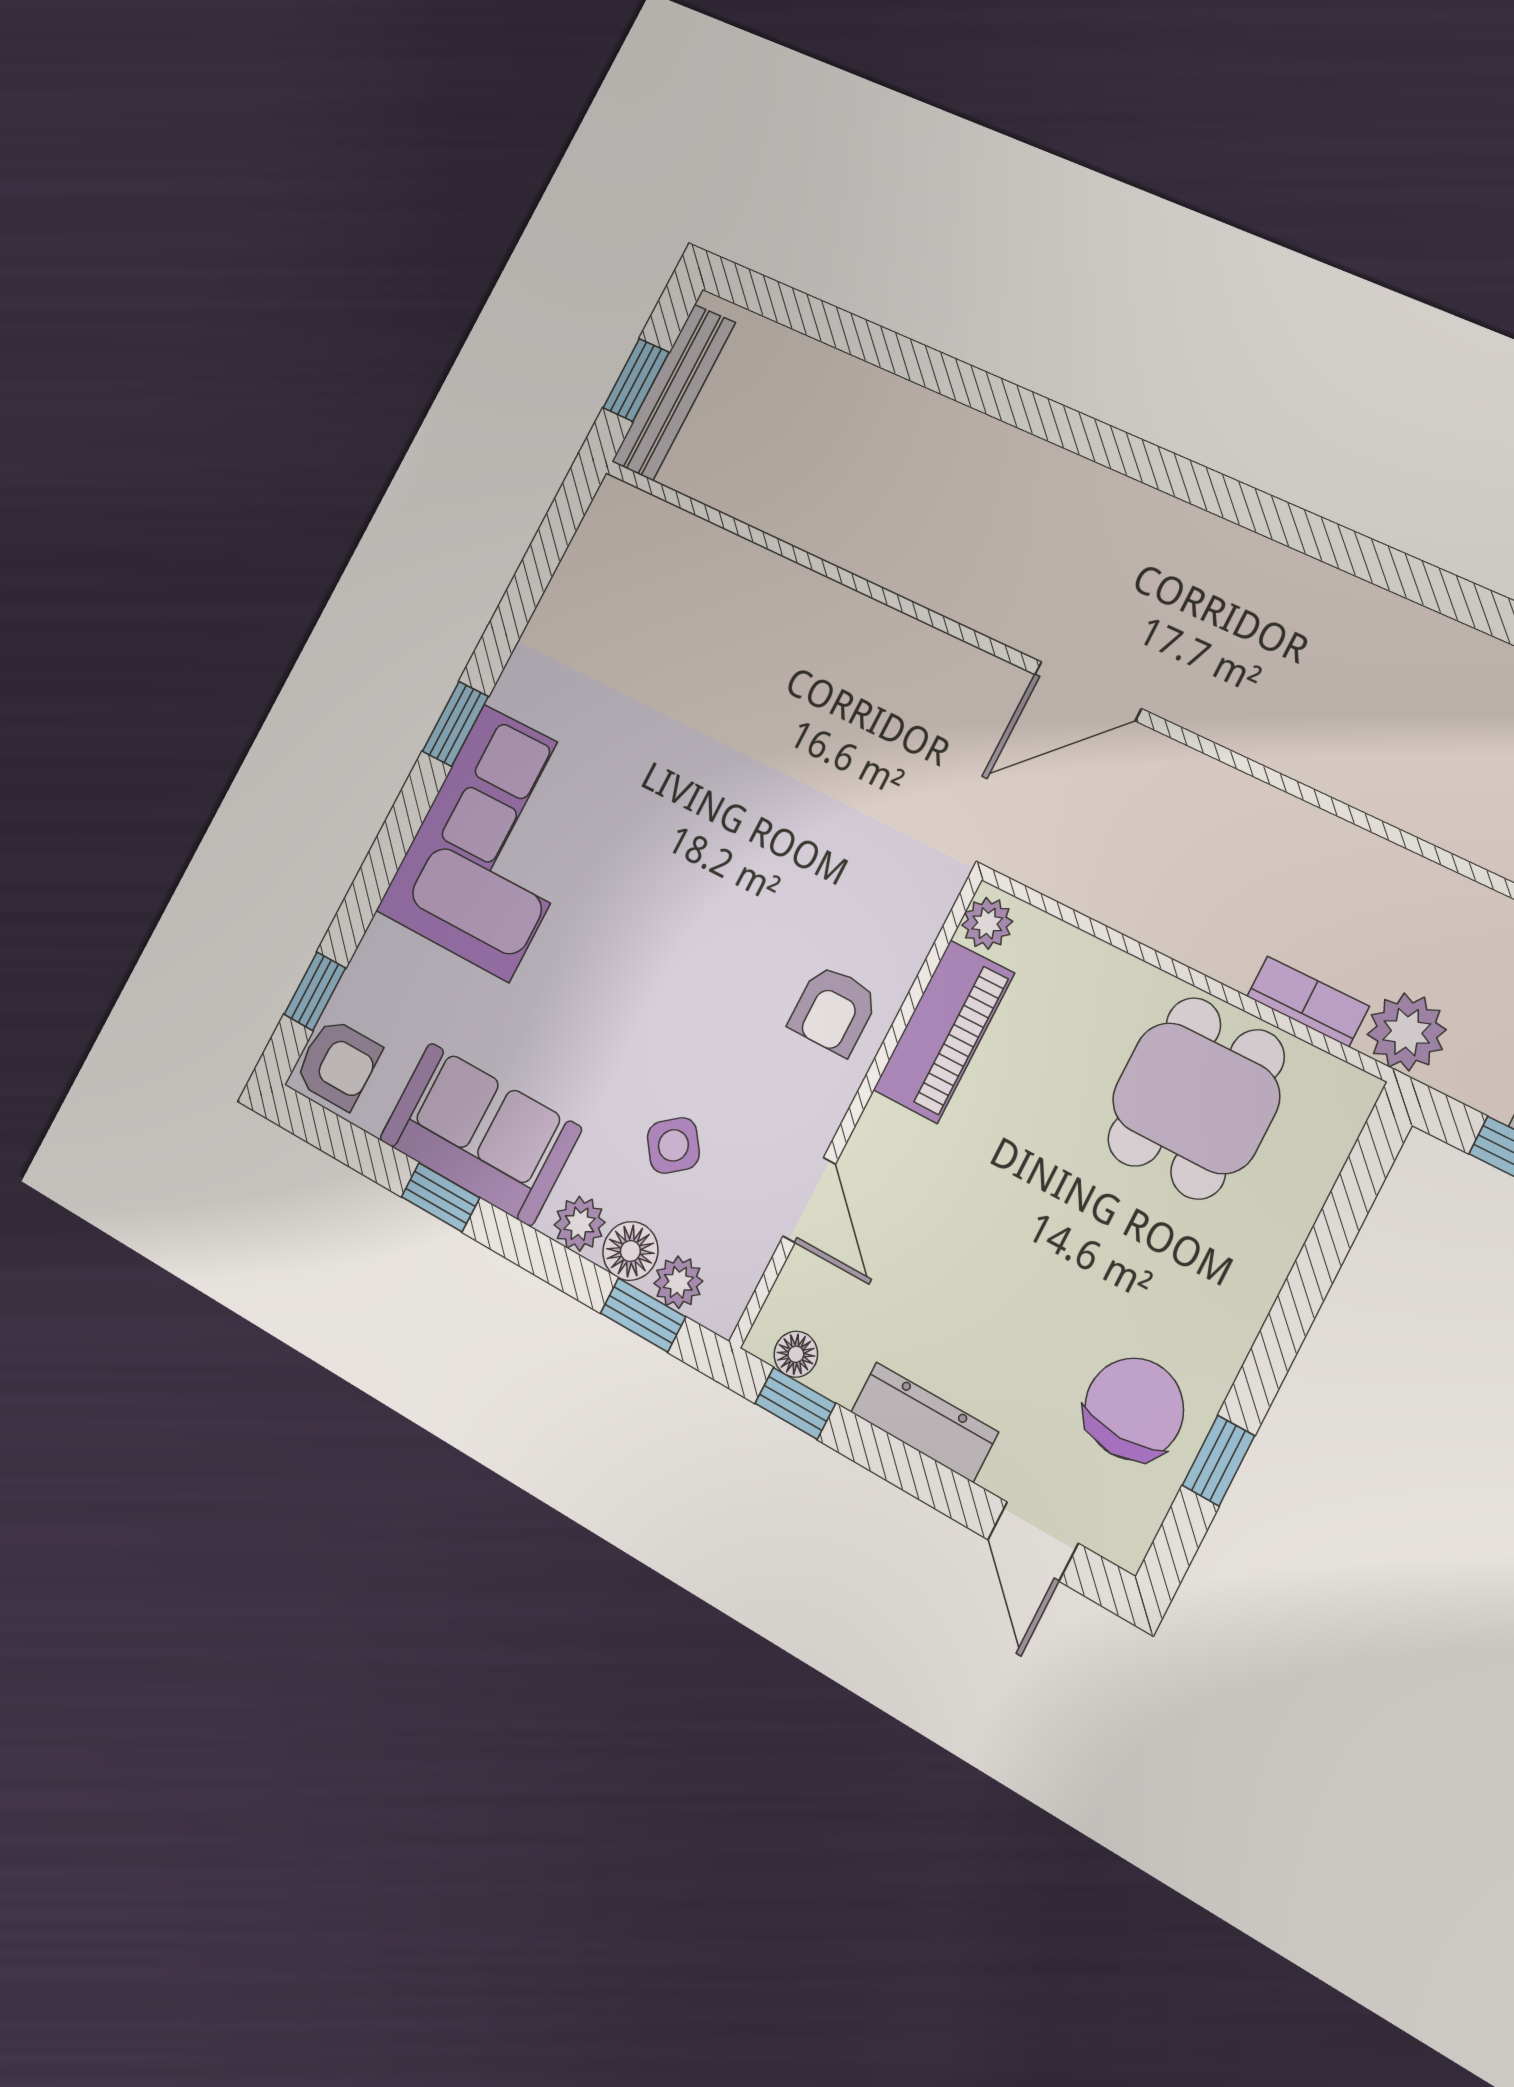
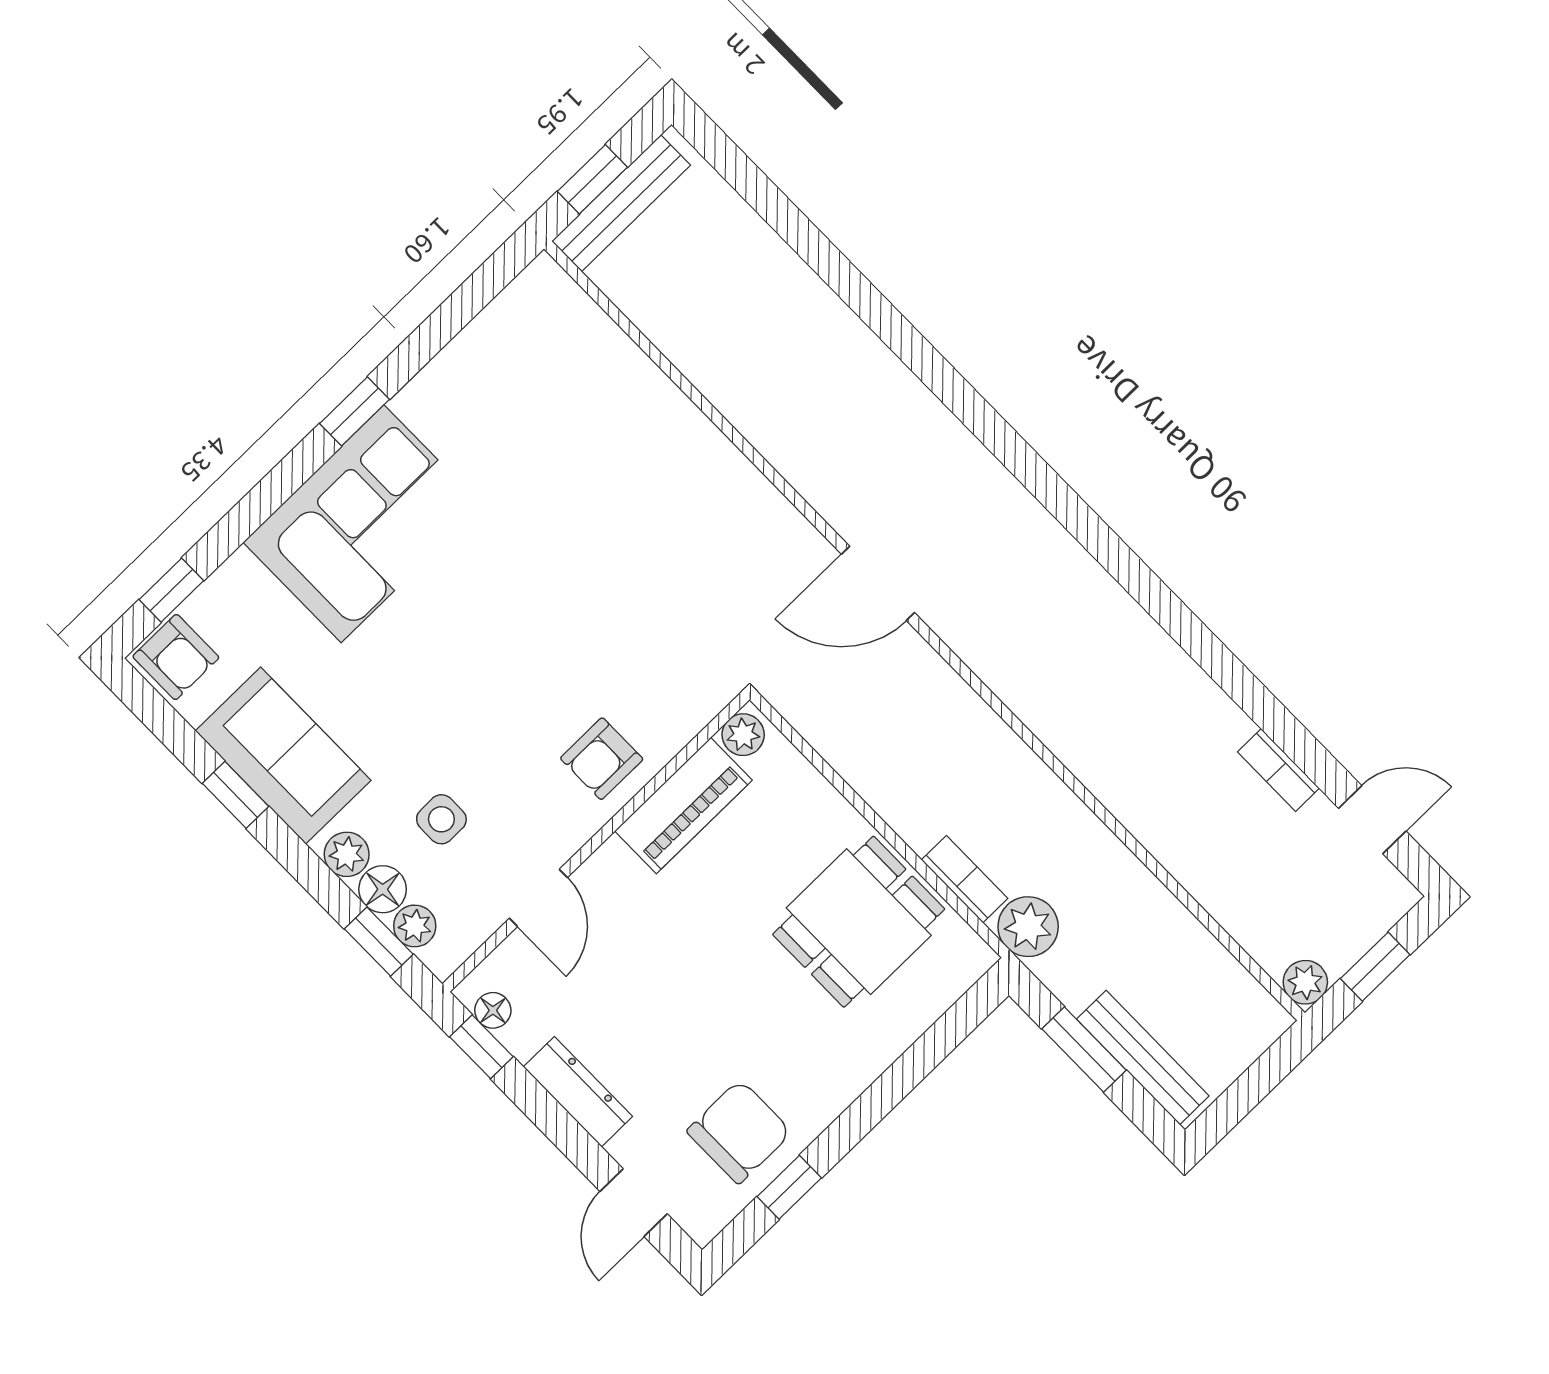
side table: (673, 1145) -> (441, 819), turned 37

